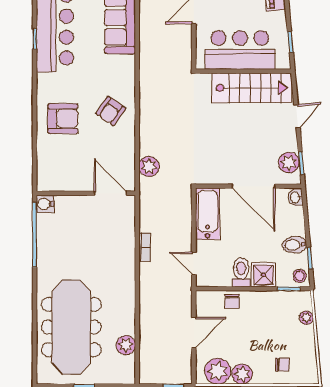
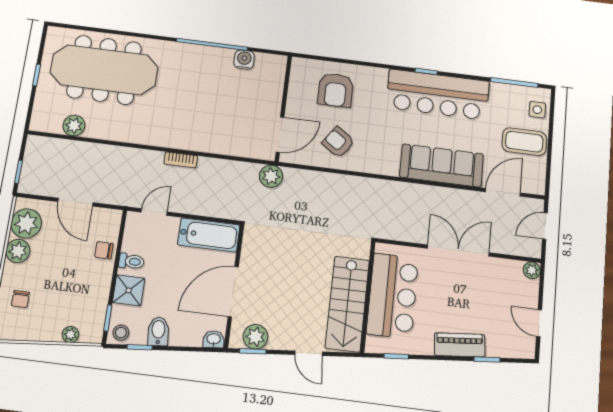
wall: (86, 193) -> (283, 108), moved
door: (110, 193) -> (280, 134), moved
toilet: (241, 272) -> (131, 261), width x0.73, depth x0.72

